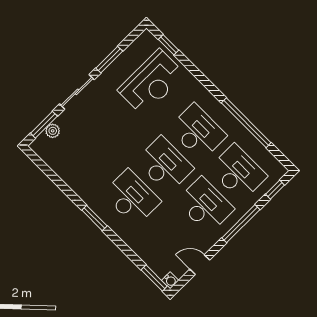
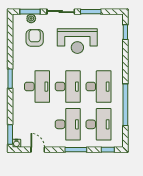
reception desk: (151, 82) -> (77, 41), moved
armchair: (77, 148) -> (35, 38), added
window: (241, 224) -> (76, 150), width x0.69

